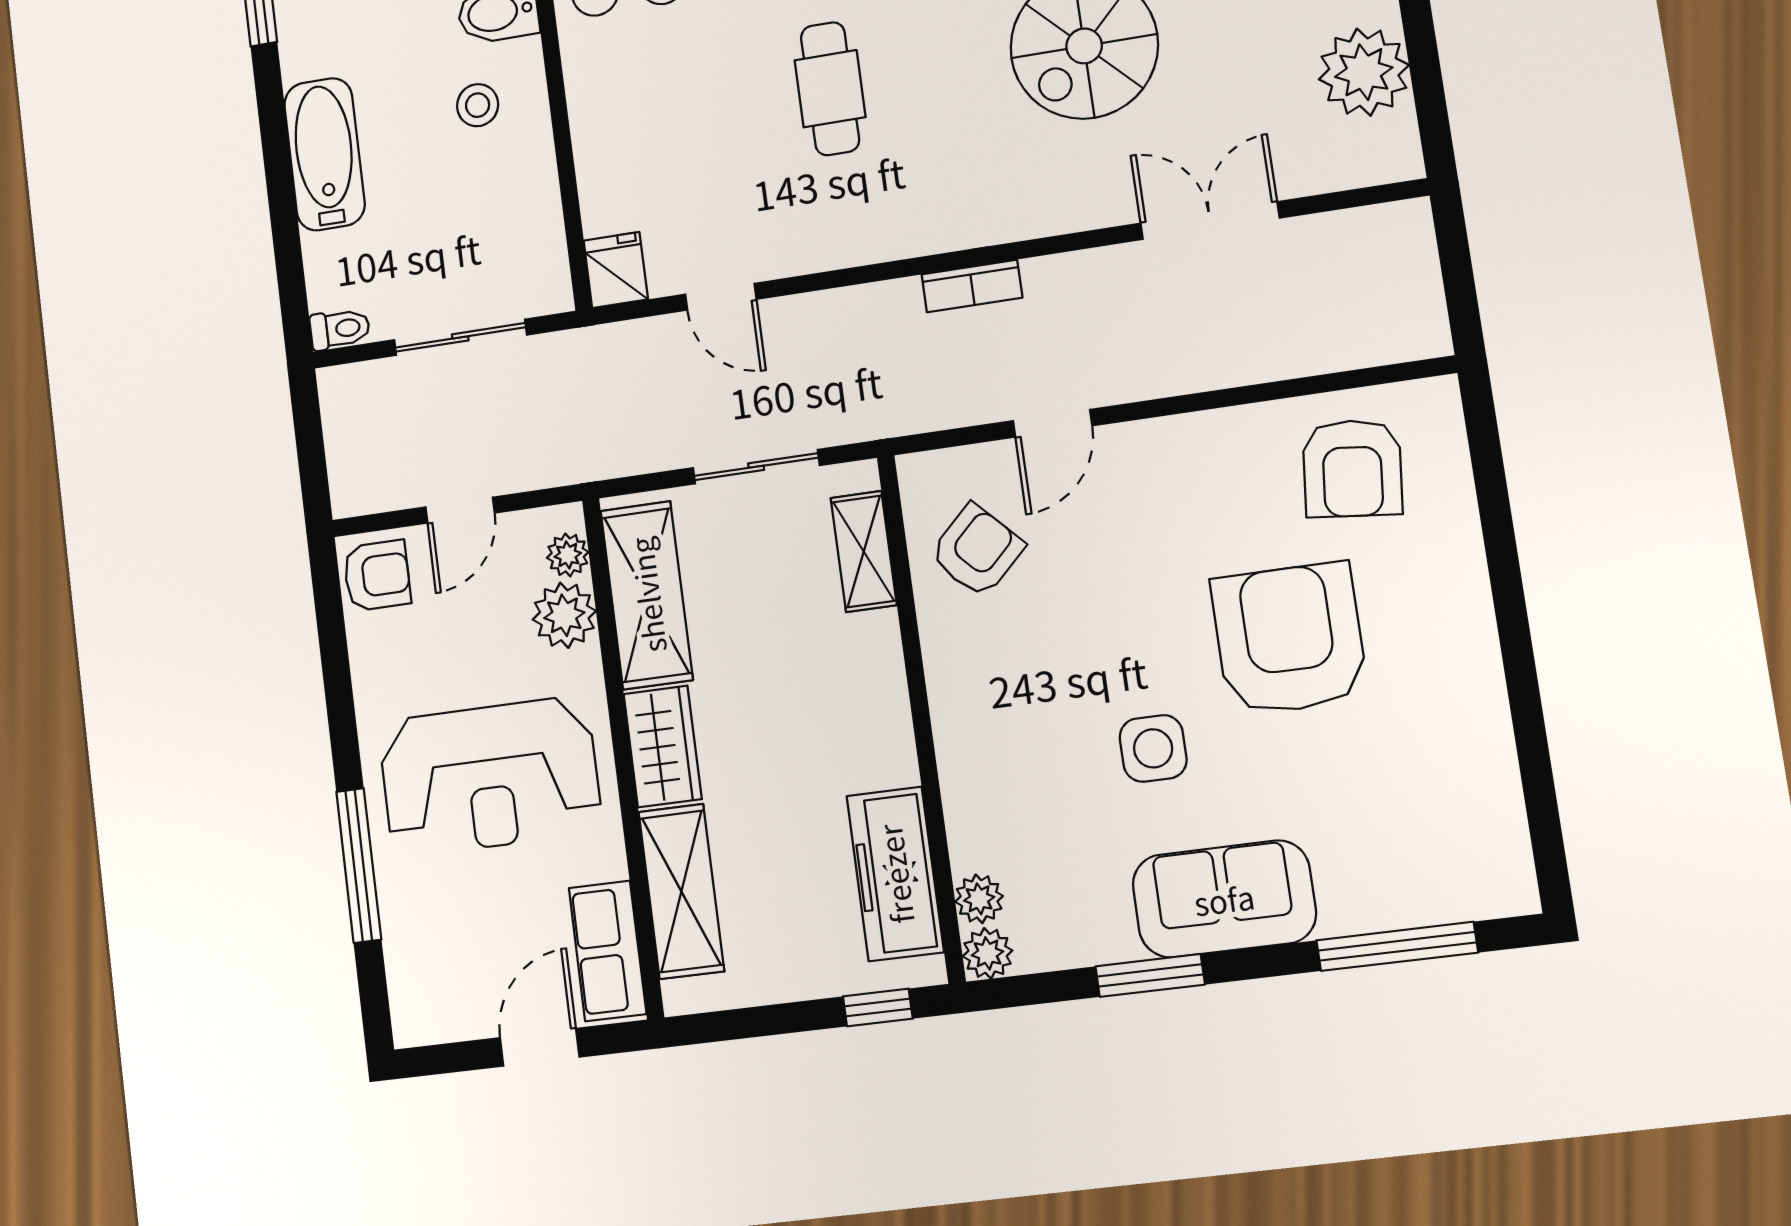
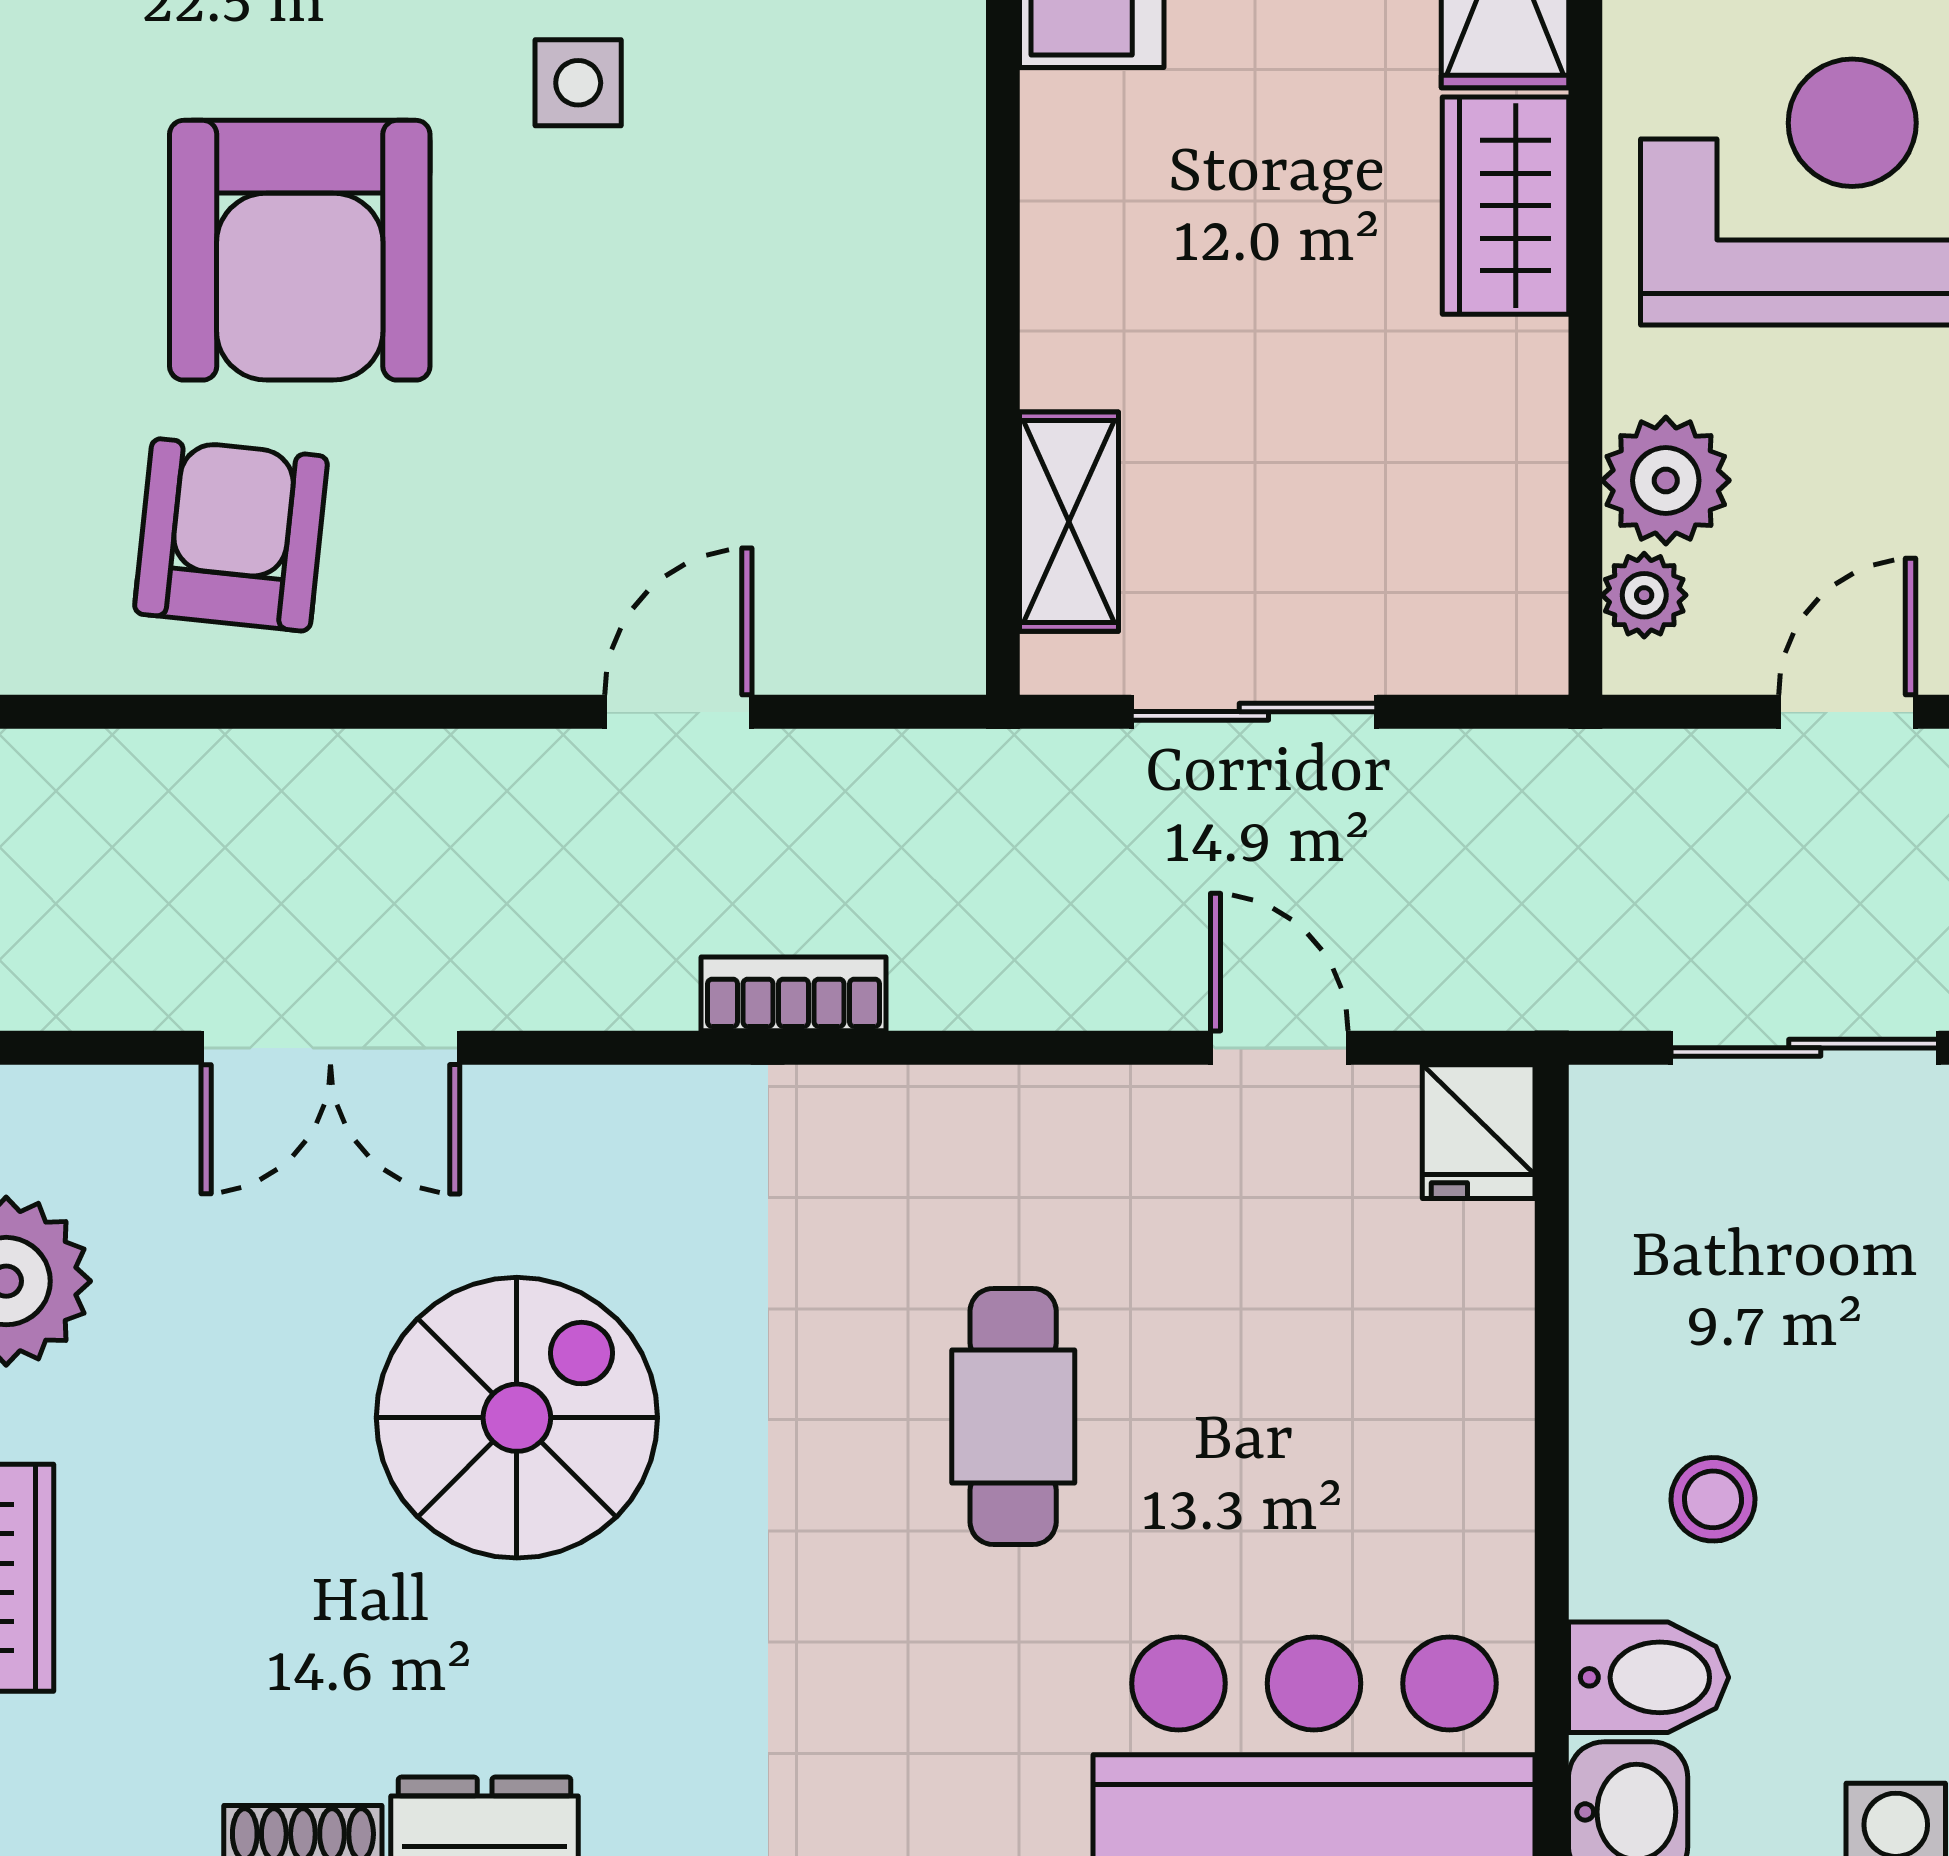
armchair: (1352, 468) -> (231, 535), moved
armchair: (977, 551) -> (854, 493), removed
shelving: (647, 595) -> (1499, 497), removed
side table: (1153, 748) -> (578, 83), width x0.73, depth x0.73

